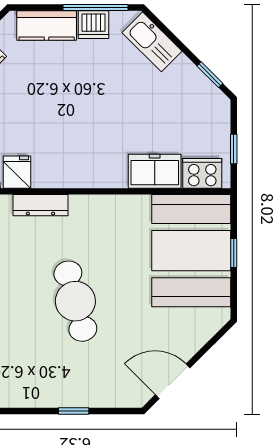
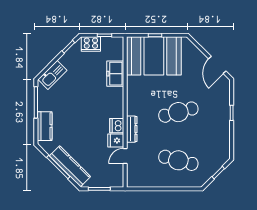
dishwasher: (93, 25) -> (117, 126), moved, turned 180
cooker: (202, 173) -> (91, 44), moved, turned -90

